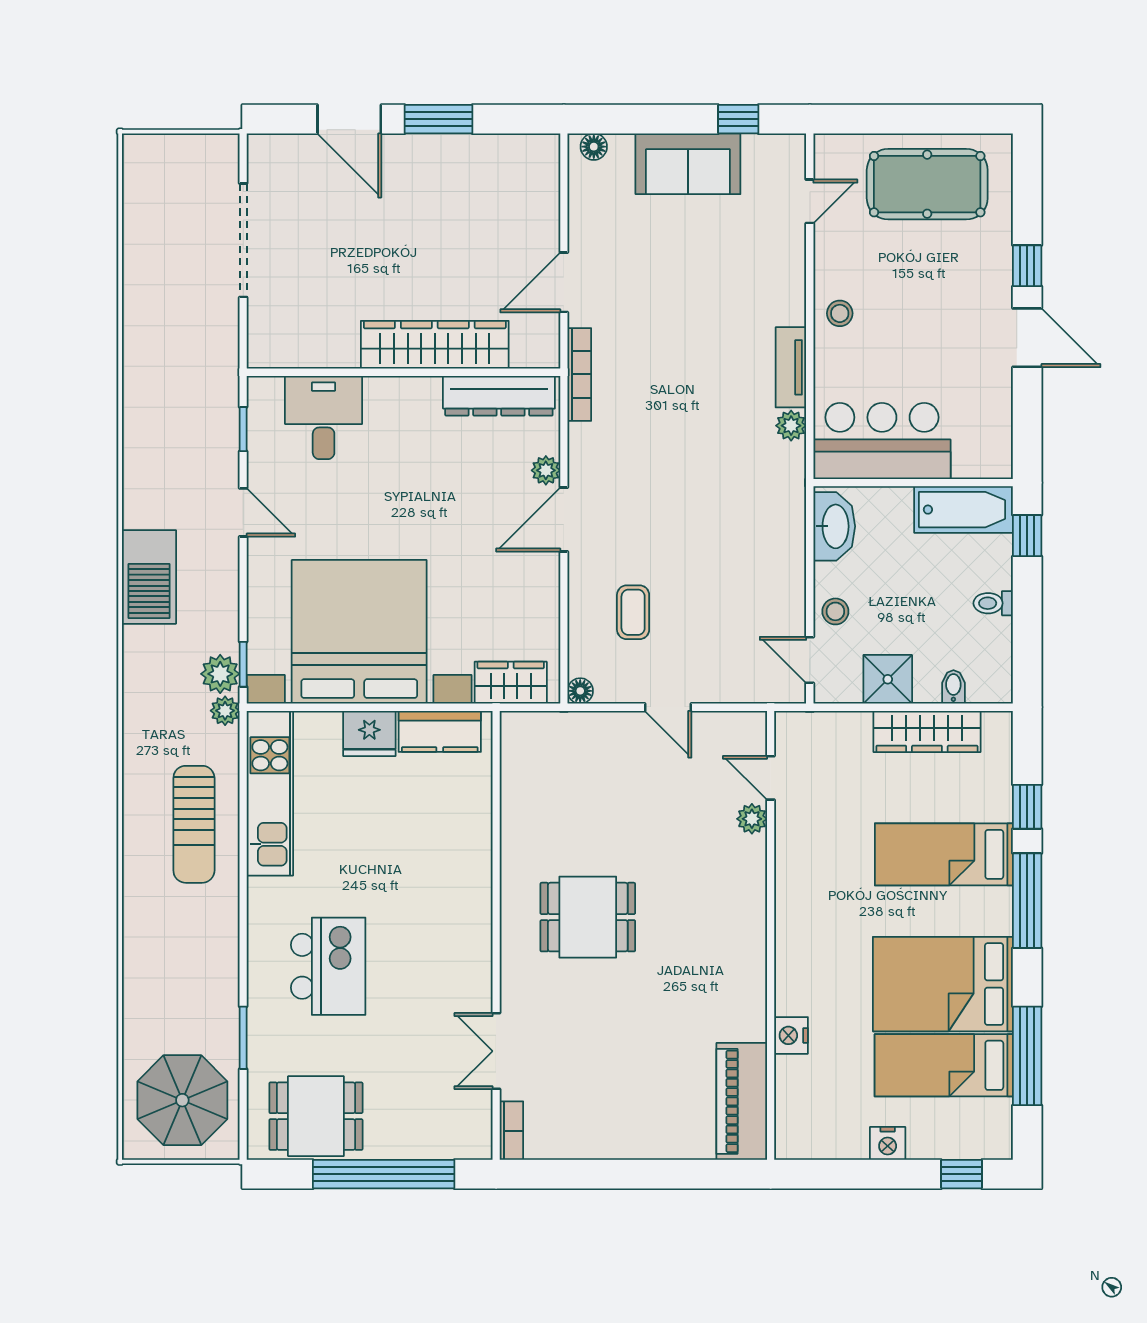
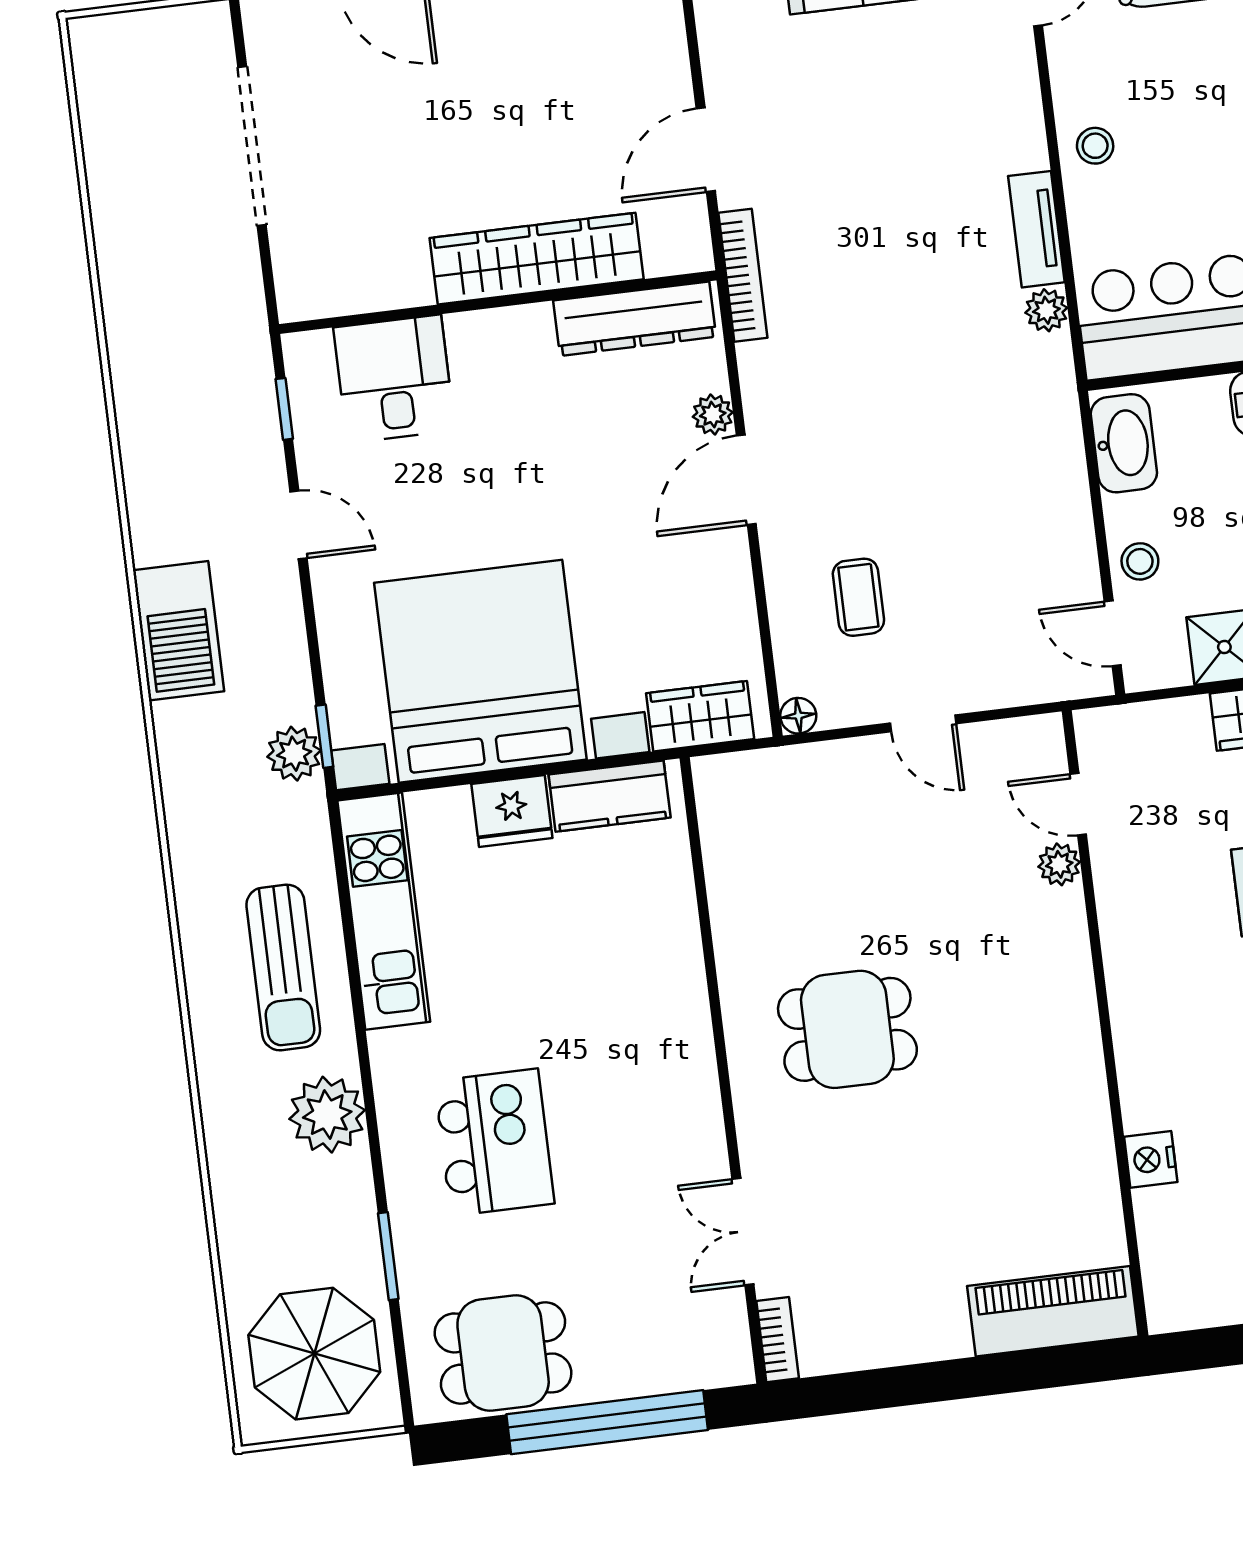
plant: (225, 711) -> (327, 1115), moved, width x1.87, depth x1.87
piano: (742, 1101) -> (1053, 1311), moved, turned 90

